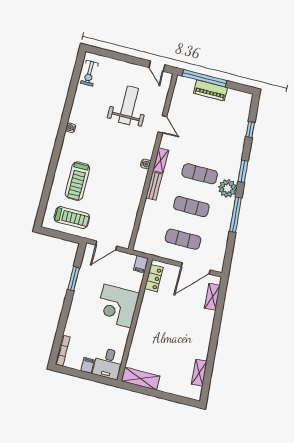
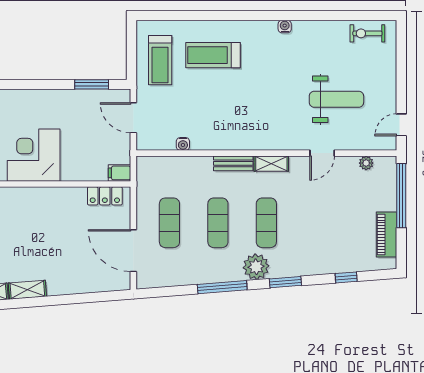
piano: (211, 90) -> (387, 235), moved
plant: (177, 96) -> (366, 163), added
water cooler: (146, 164) -> (183, 144), moved
window: (74, 279) -> (92, 84), moved
shelving: (212, 297) -> (27, 290), moved
corner desk: (117, 306) -> (34, 155), moved

